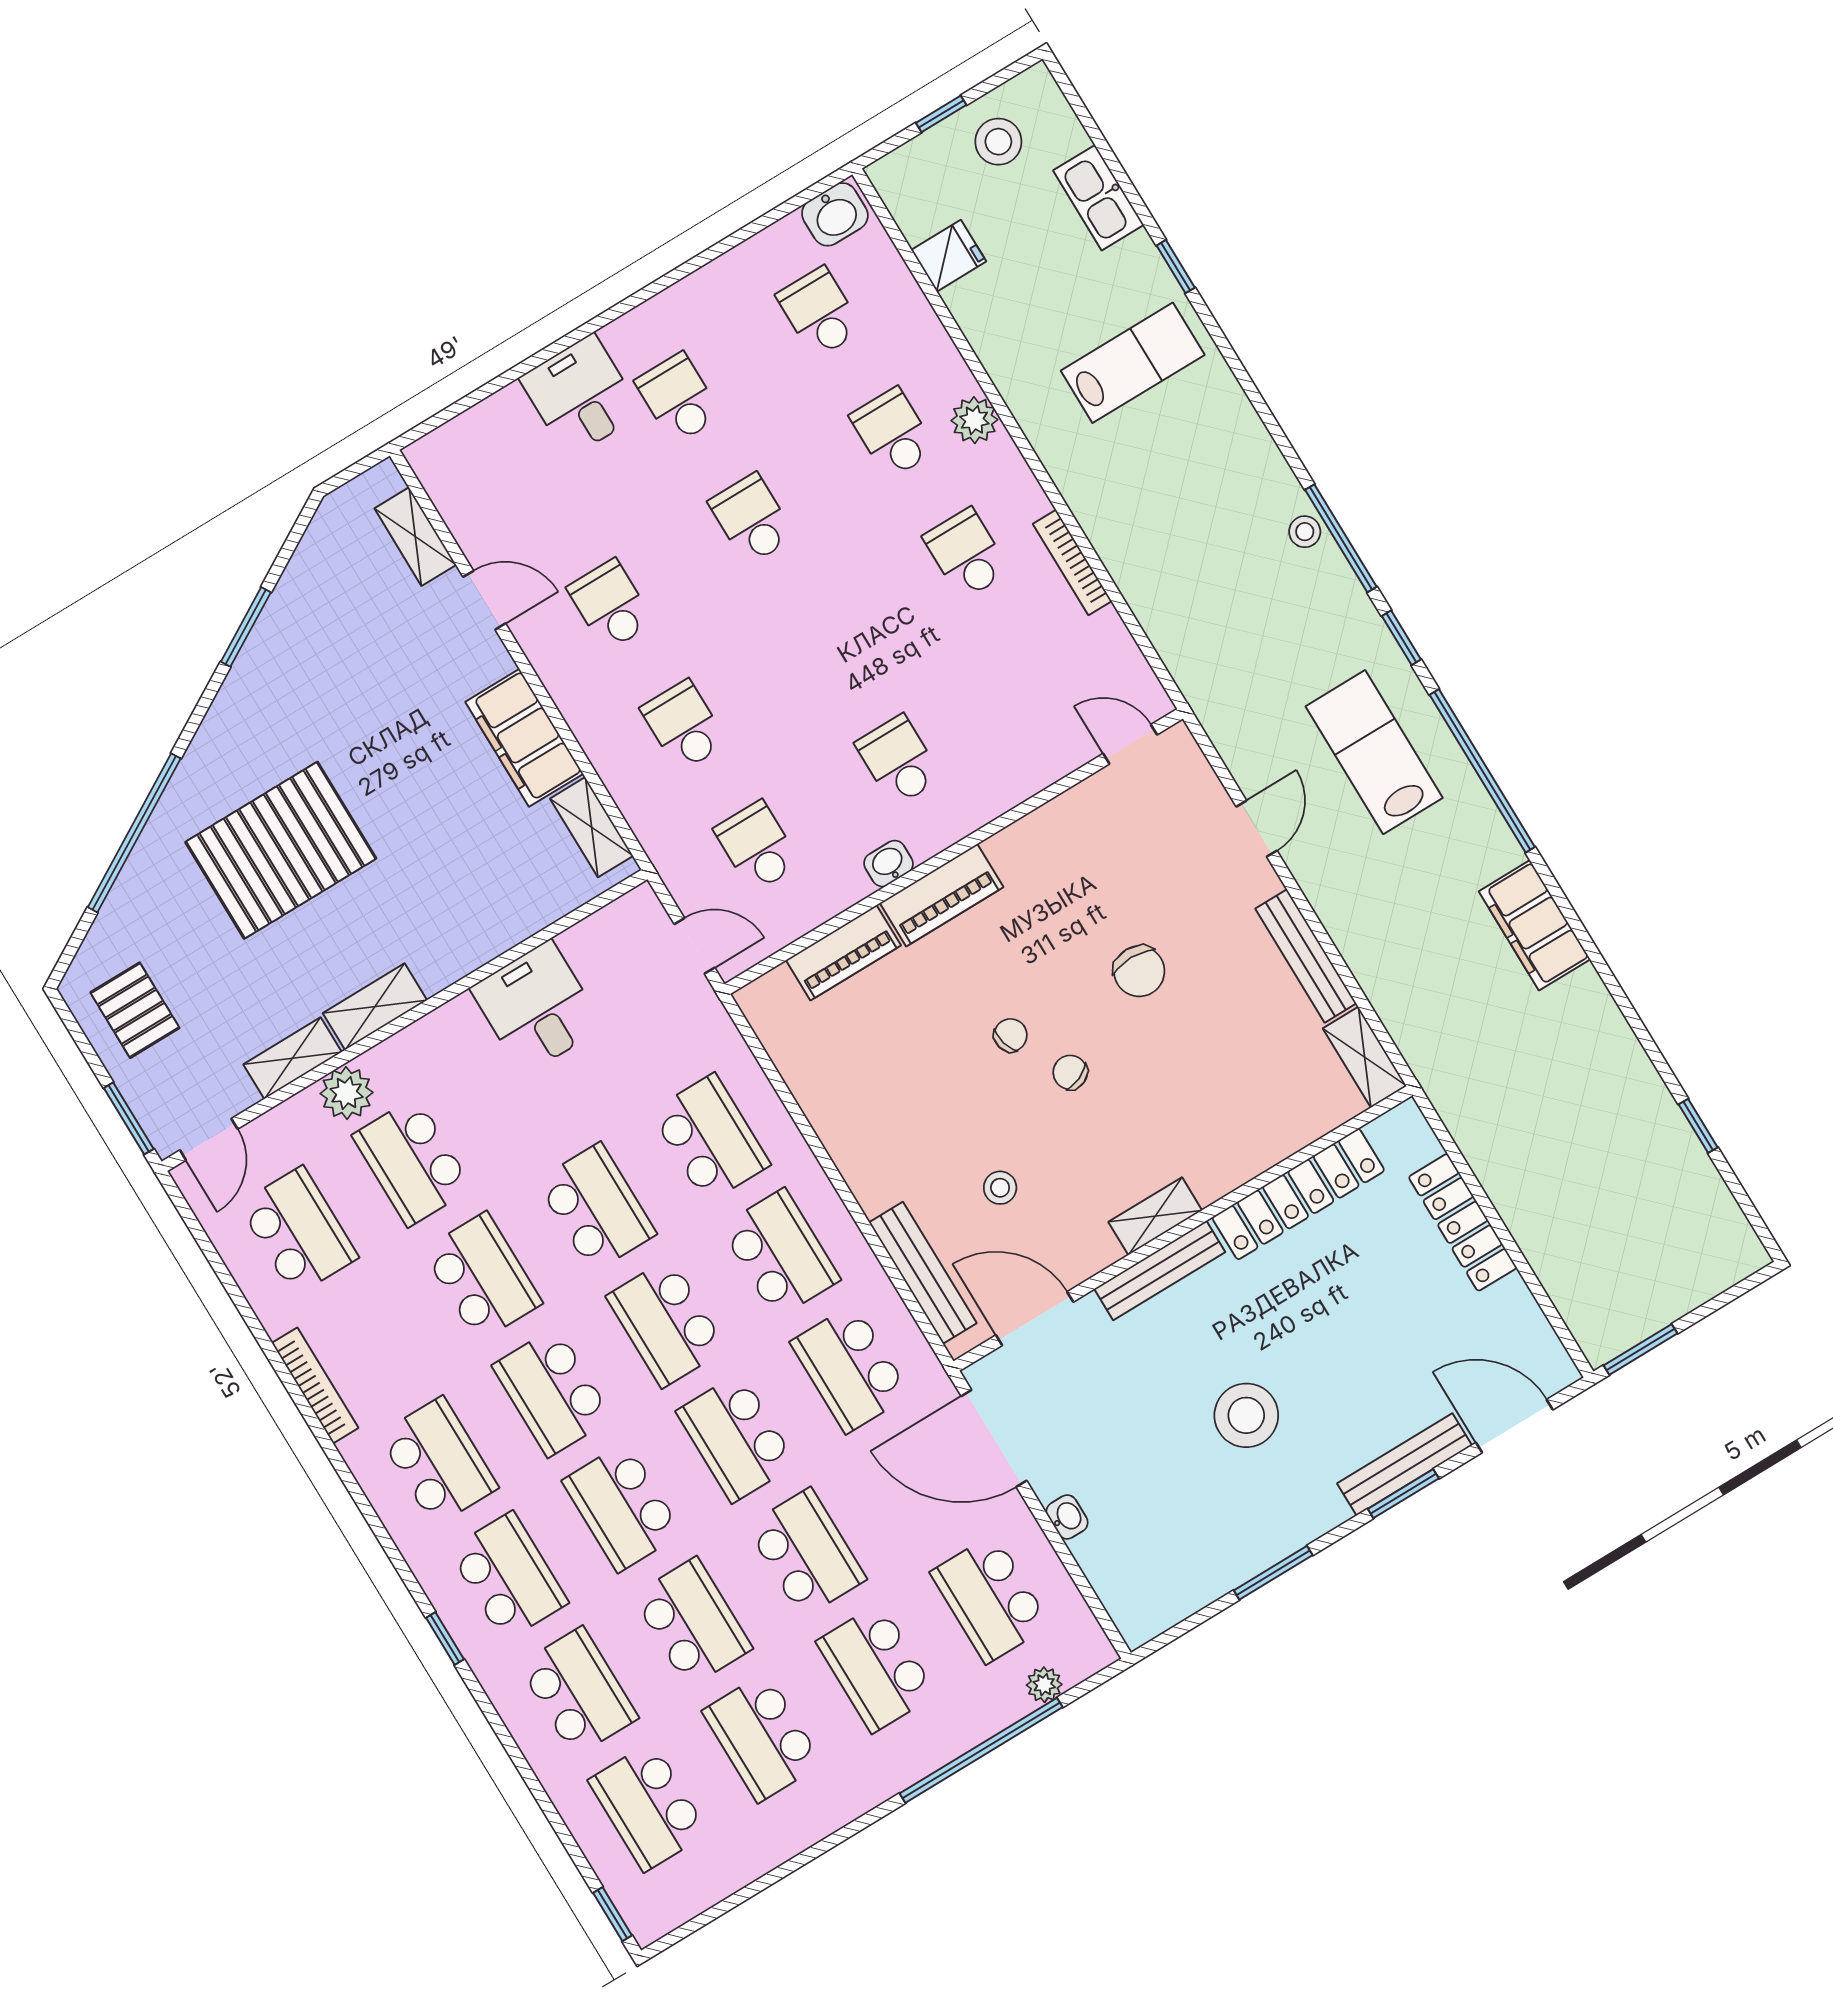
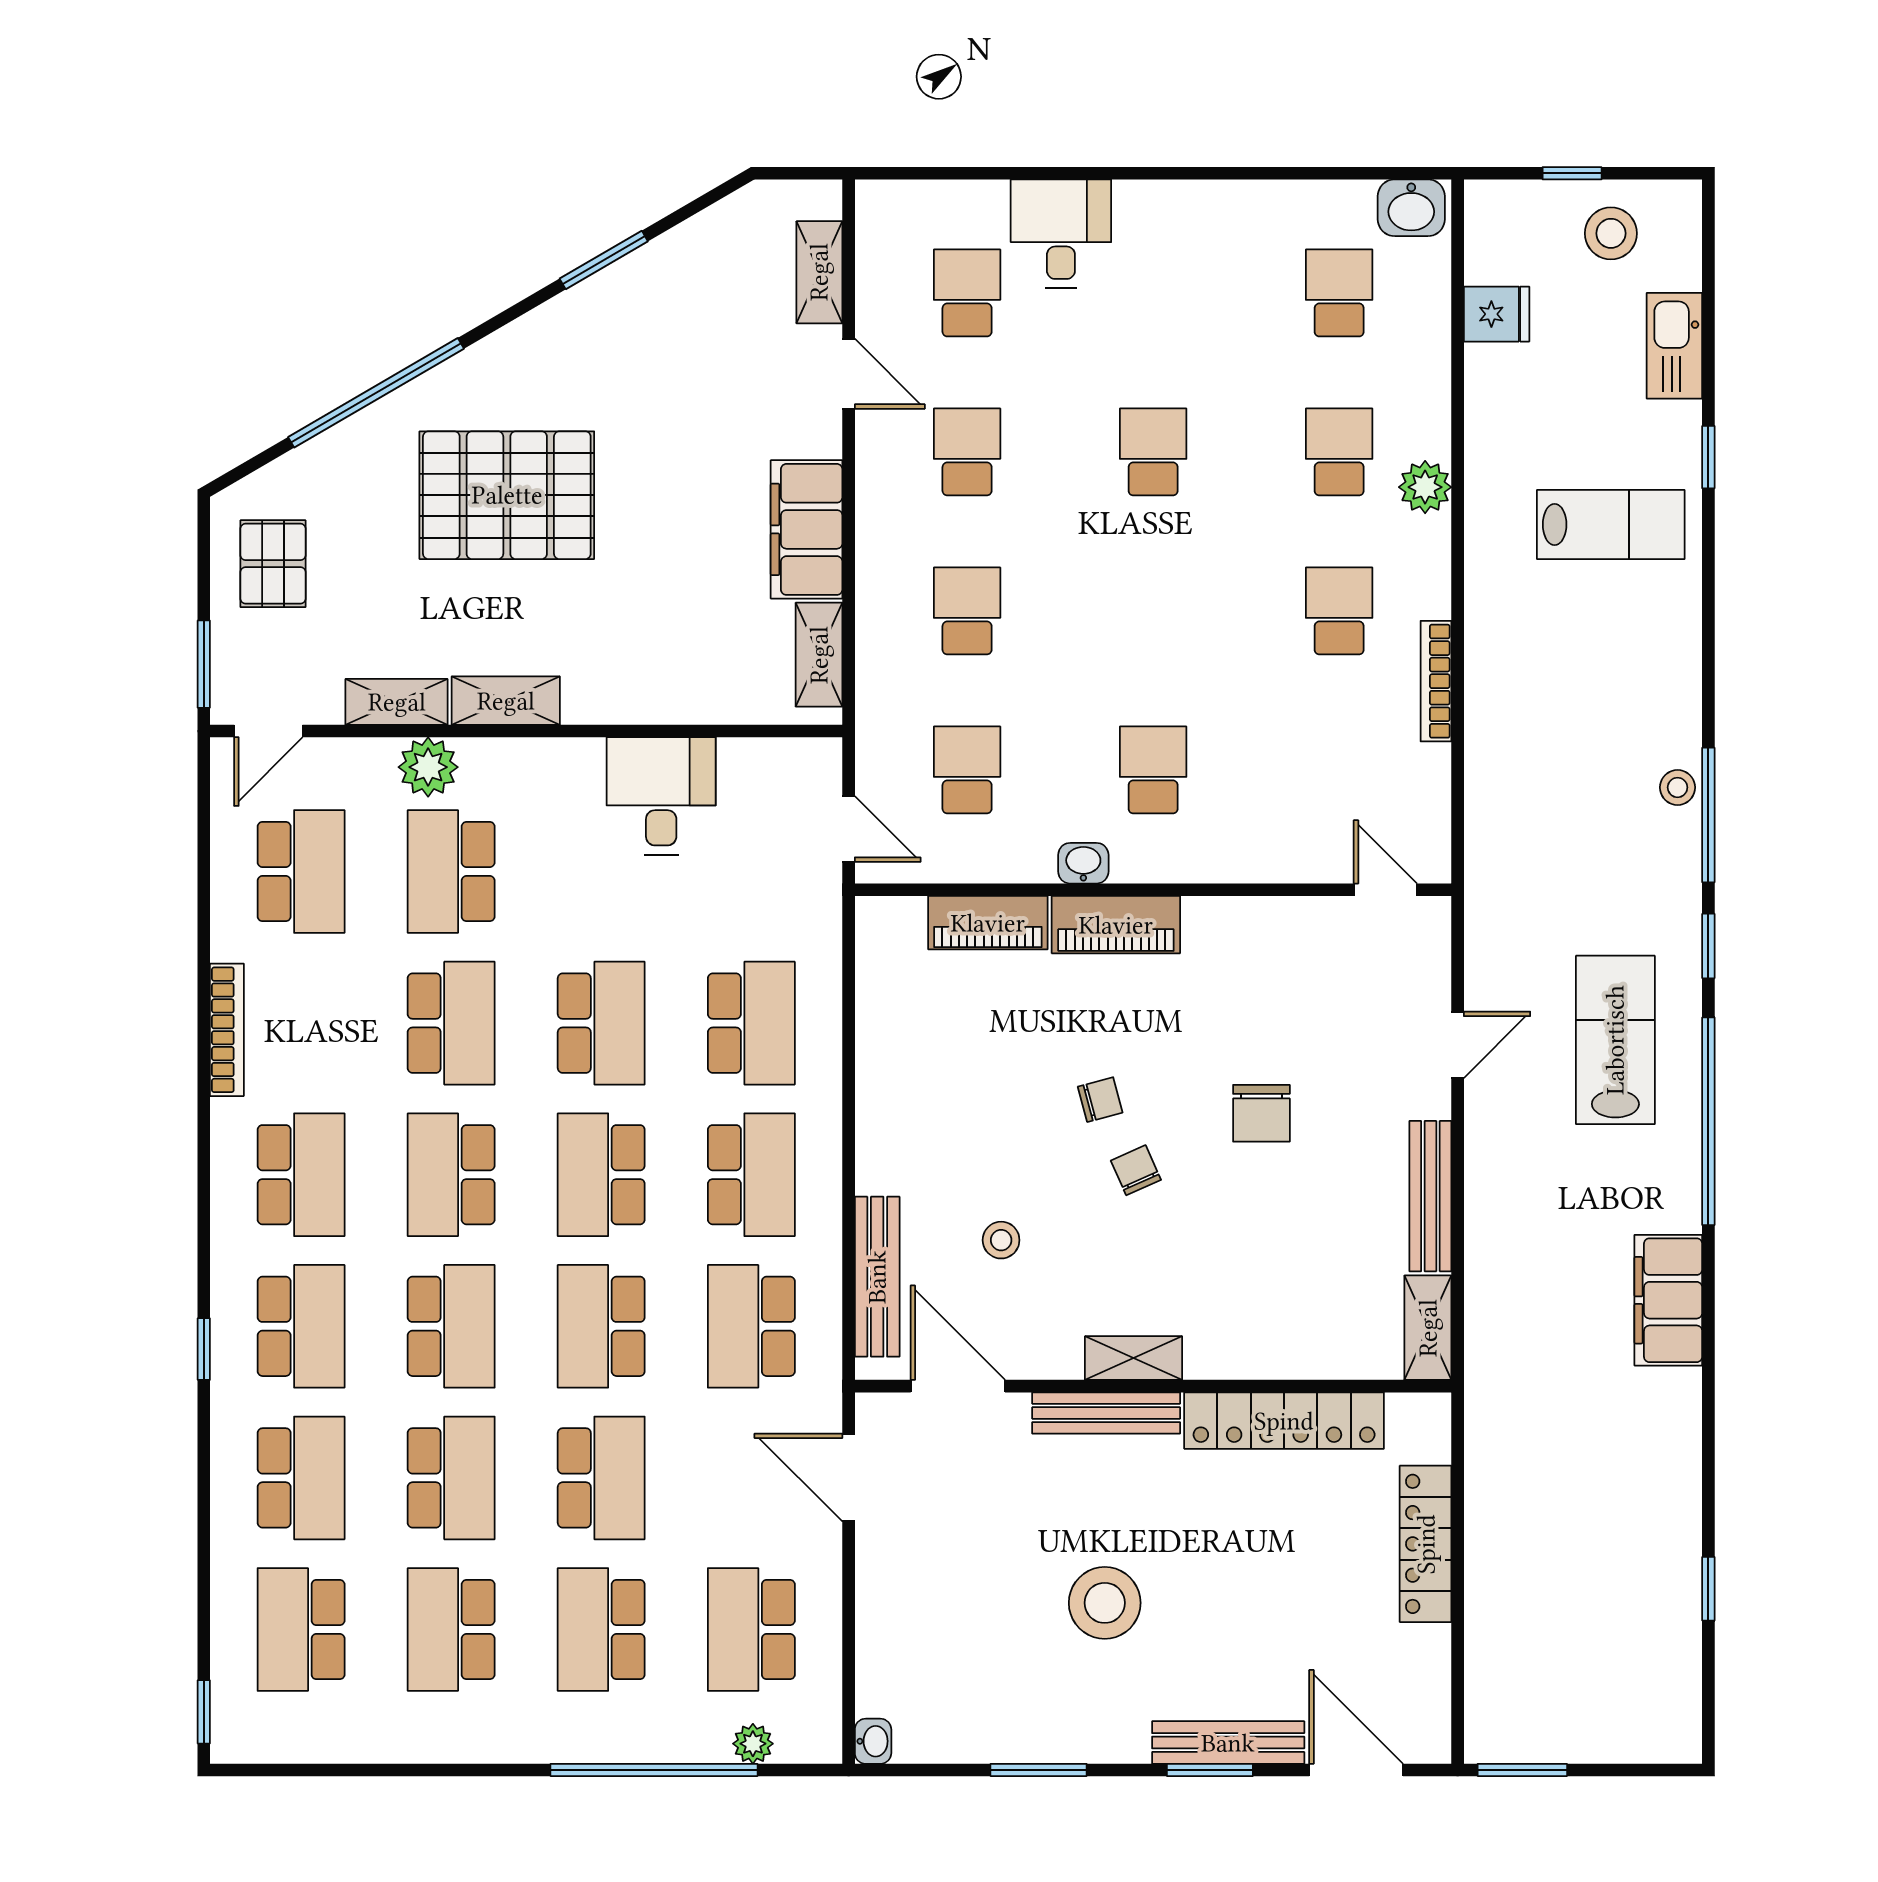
school desk: (678, 398) -> (967, 293), moved
door: (994, 1438) -> (849, 1477), width x0.73
school desk: (622, 1507) -> (451, 1326), turned 180
washbasin: (1067, 1517) -> (873, 1741), moved

